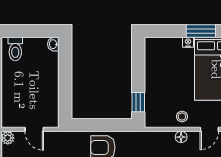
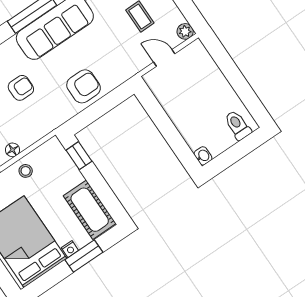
window: (201, 31) -> (84, 256), moved
cot: (156, 60) -> (90, 210), added

